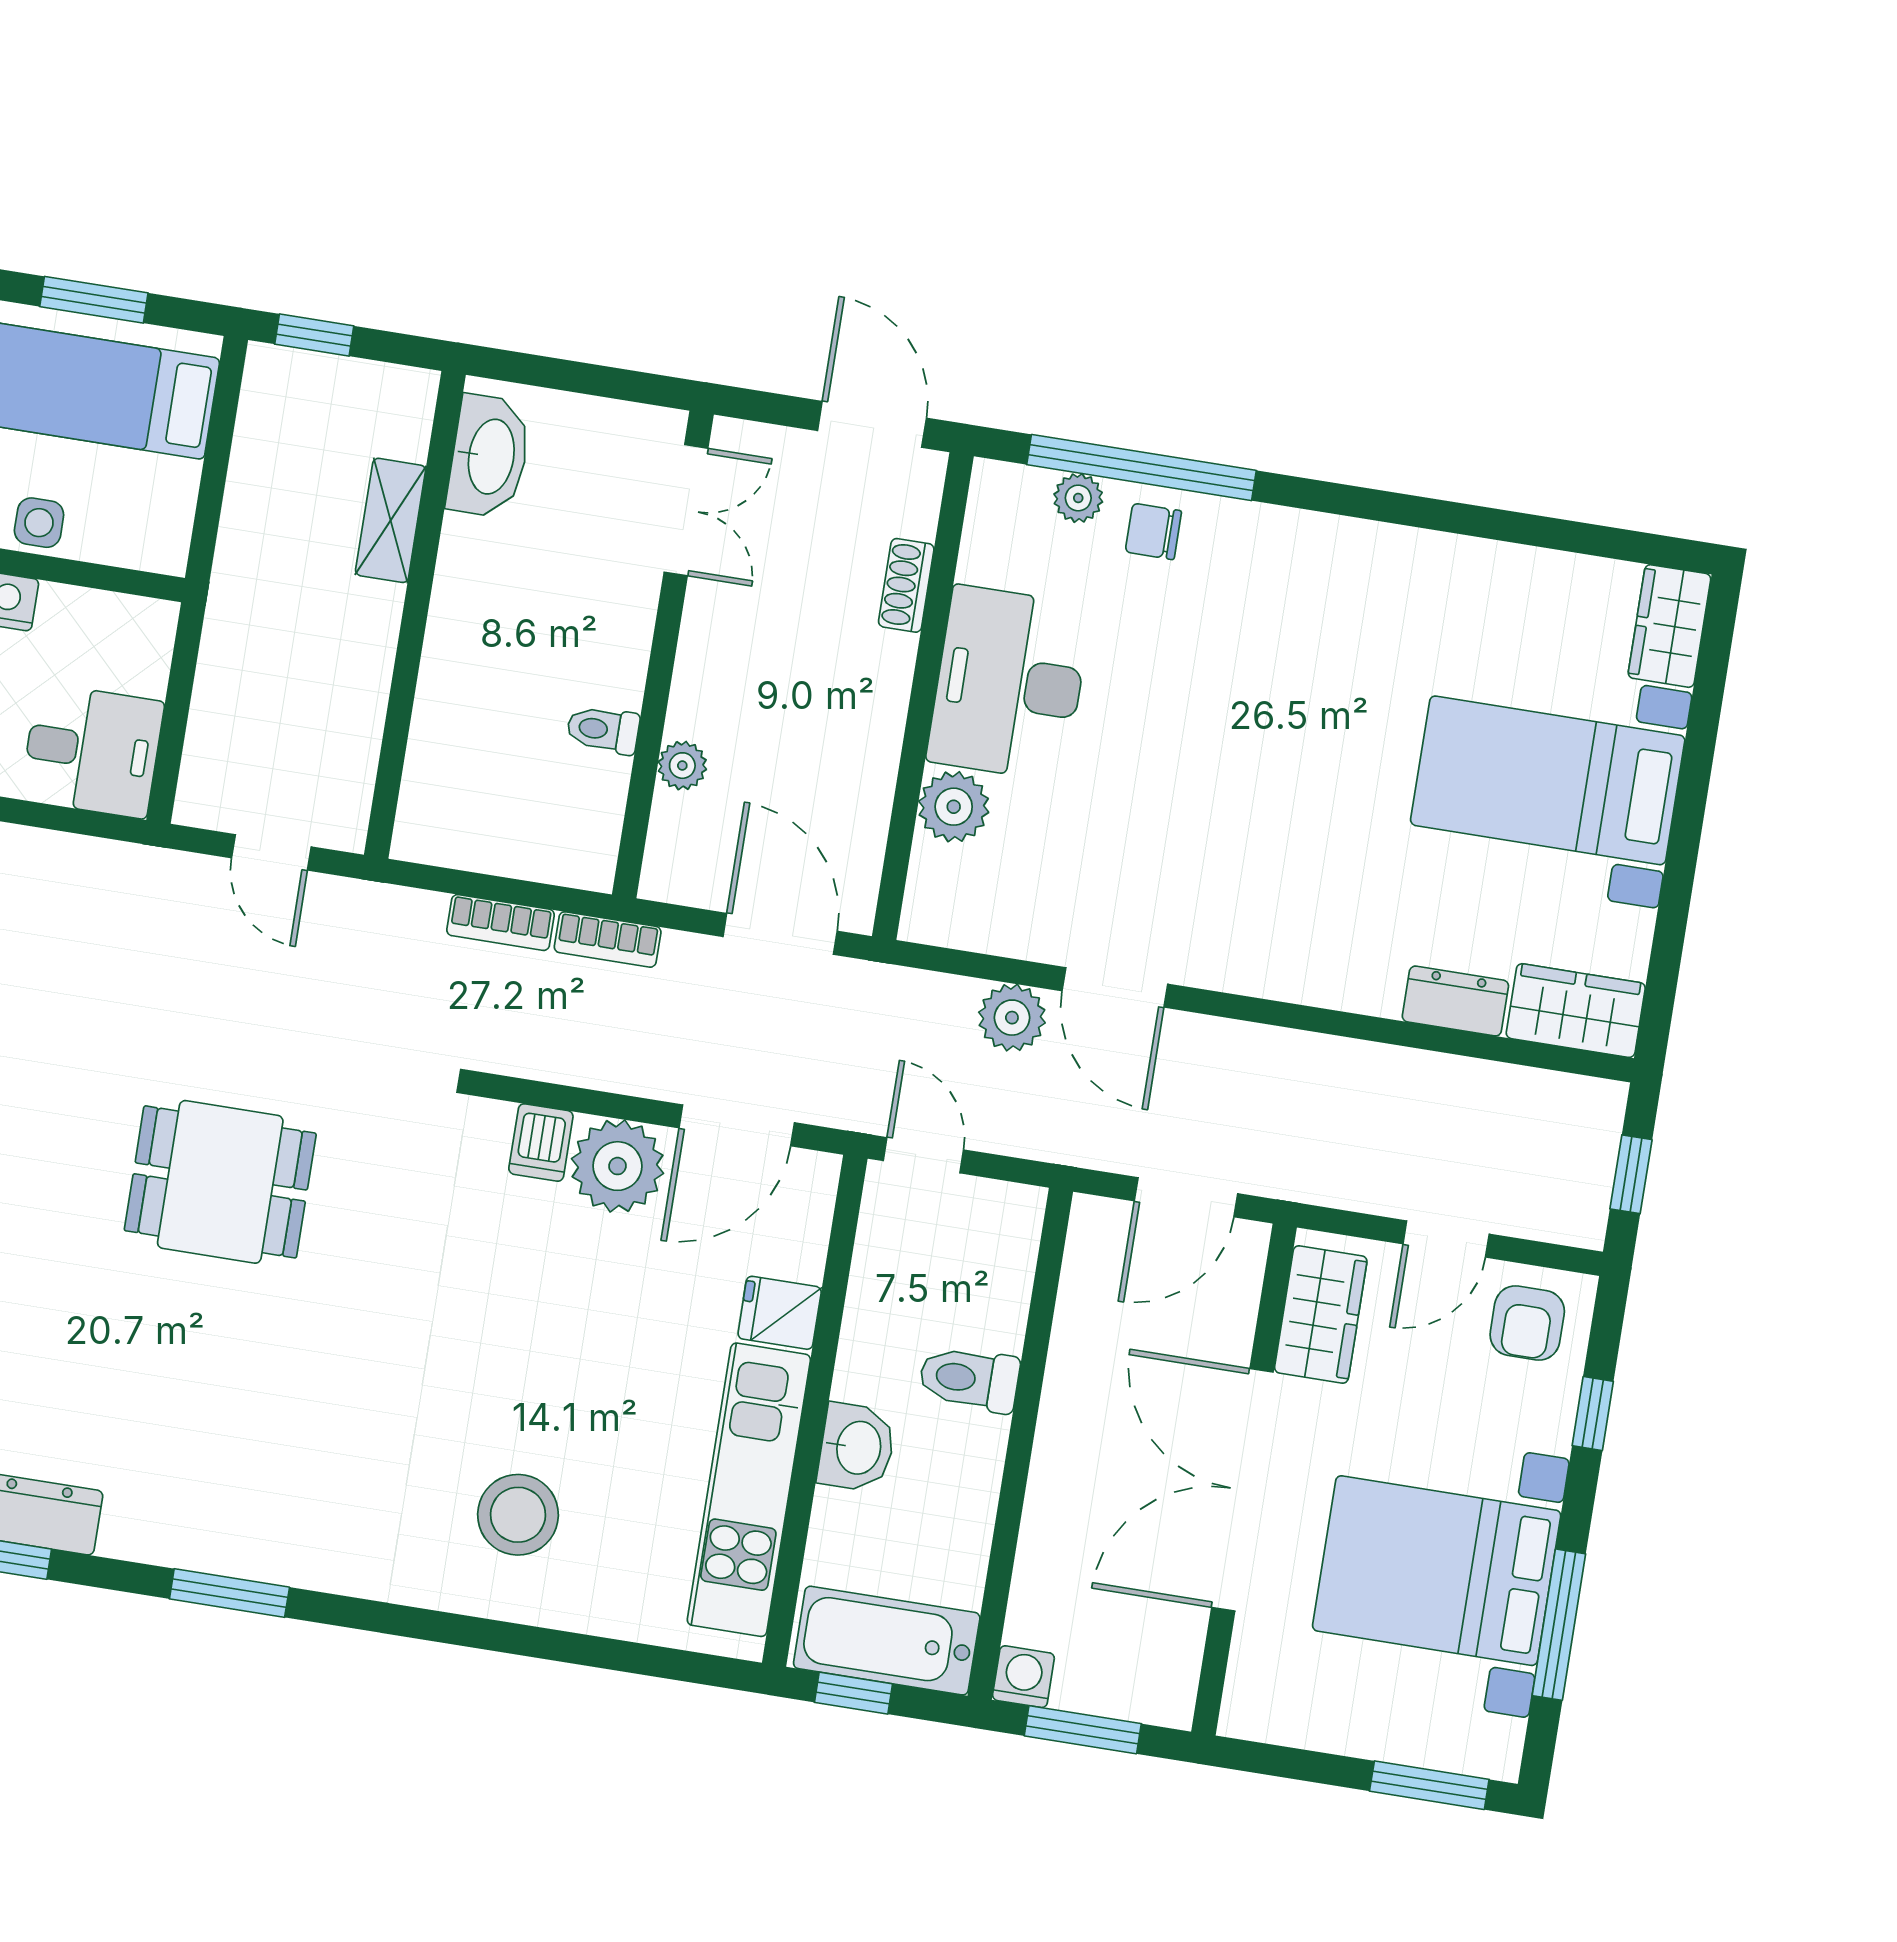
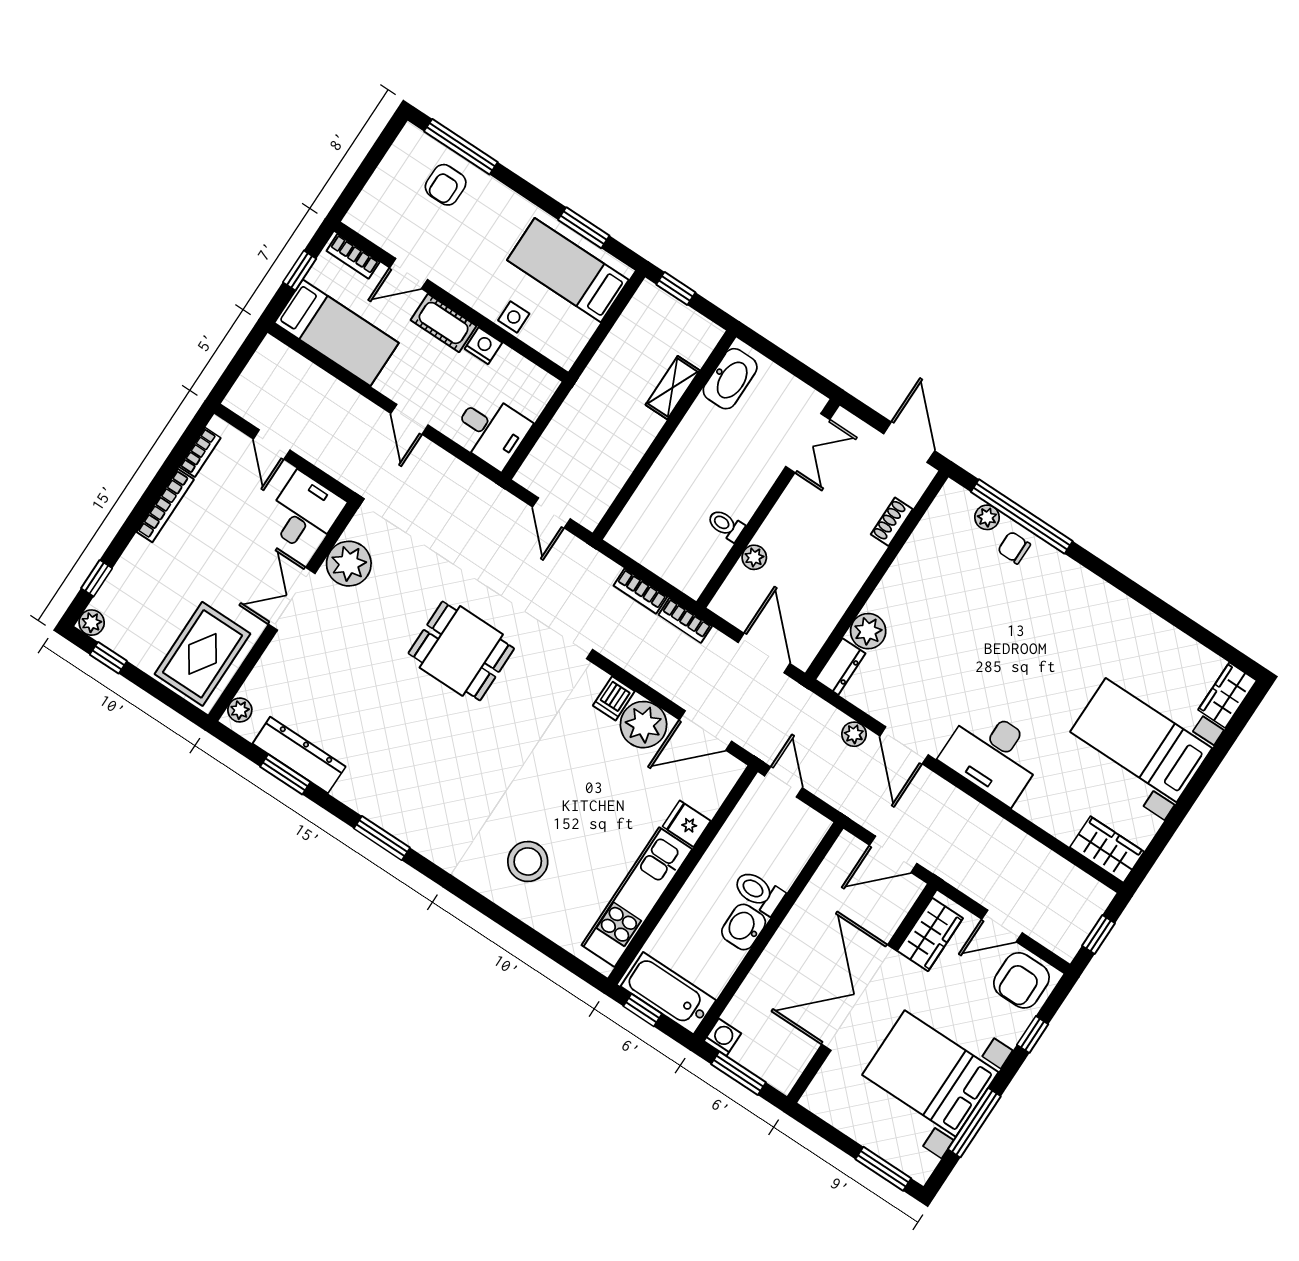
desk: (1009, 683) -> (993, 755), moved, turned -90
dresser: (1455, 1001) -> (840, 666), moved, turned 90
plant: (1012, 1018) -> (854, 734), width x0.73, depth x0.73
armchair: (1527, 1323) -> (1021, 980), width x1.38, depth x1.38
washbasin: (857, 1447) -> (744, 927), moved, turned 180

